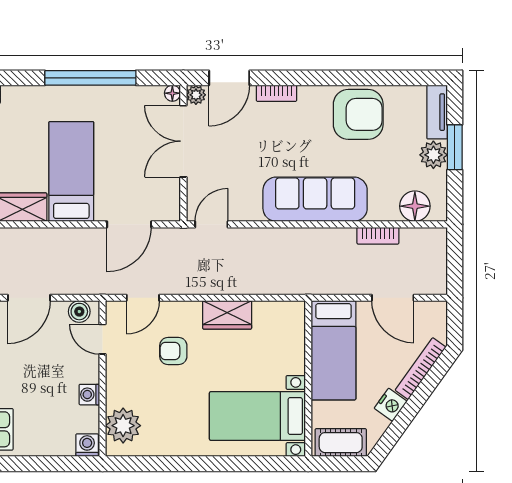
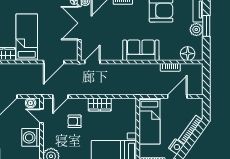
sofa: (315, 199) -> (141, 50), width x0.73
door: (393, 298) -> (177, 96), swing flipped
washing machine: (89, 395) -> (31, 137), width x1.89, depth x1.89

